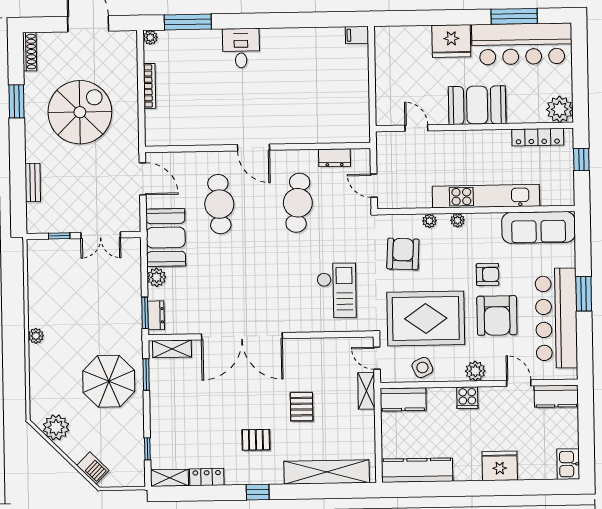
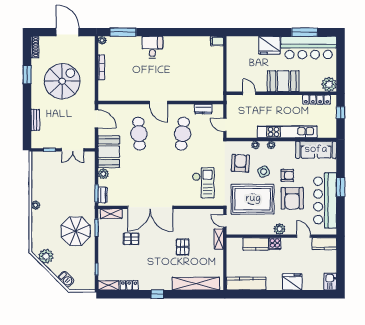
side table: (422, 367) -> (264, 172), moved
kitchen counter: (403, 399) -> (256, 244), moved
pallet: (256, 440) -> (131, 239), moved

